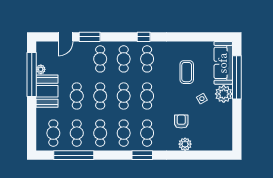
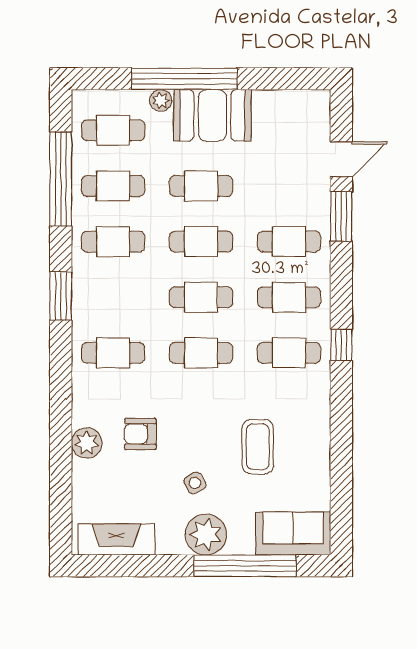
door: (66, 37) -> (341, 159), swing flipped
sofa: (223, 63) -> (293, 534), width x0.73
plant: (41, 69) -> (161, 100), moved
coffee table: (187, 72) -> (258, 447), turned 90
window: (32, 74) -> (184, 79), moved
armchair: (181, 122) -> (140, 434), turned 180
fireplace: (226, 132) -> (116, 540), added
cafe table: (124, 133) -> (113, 297), removed
window: (142, 155) -> (61, 296), moved

